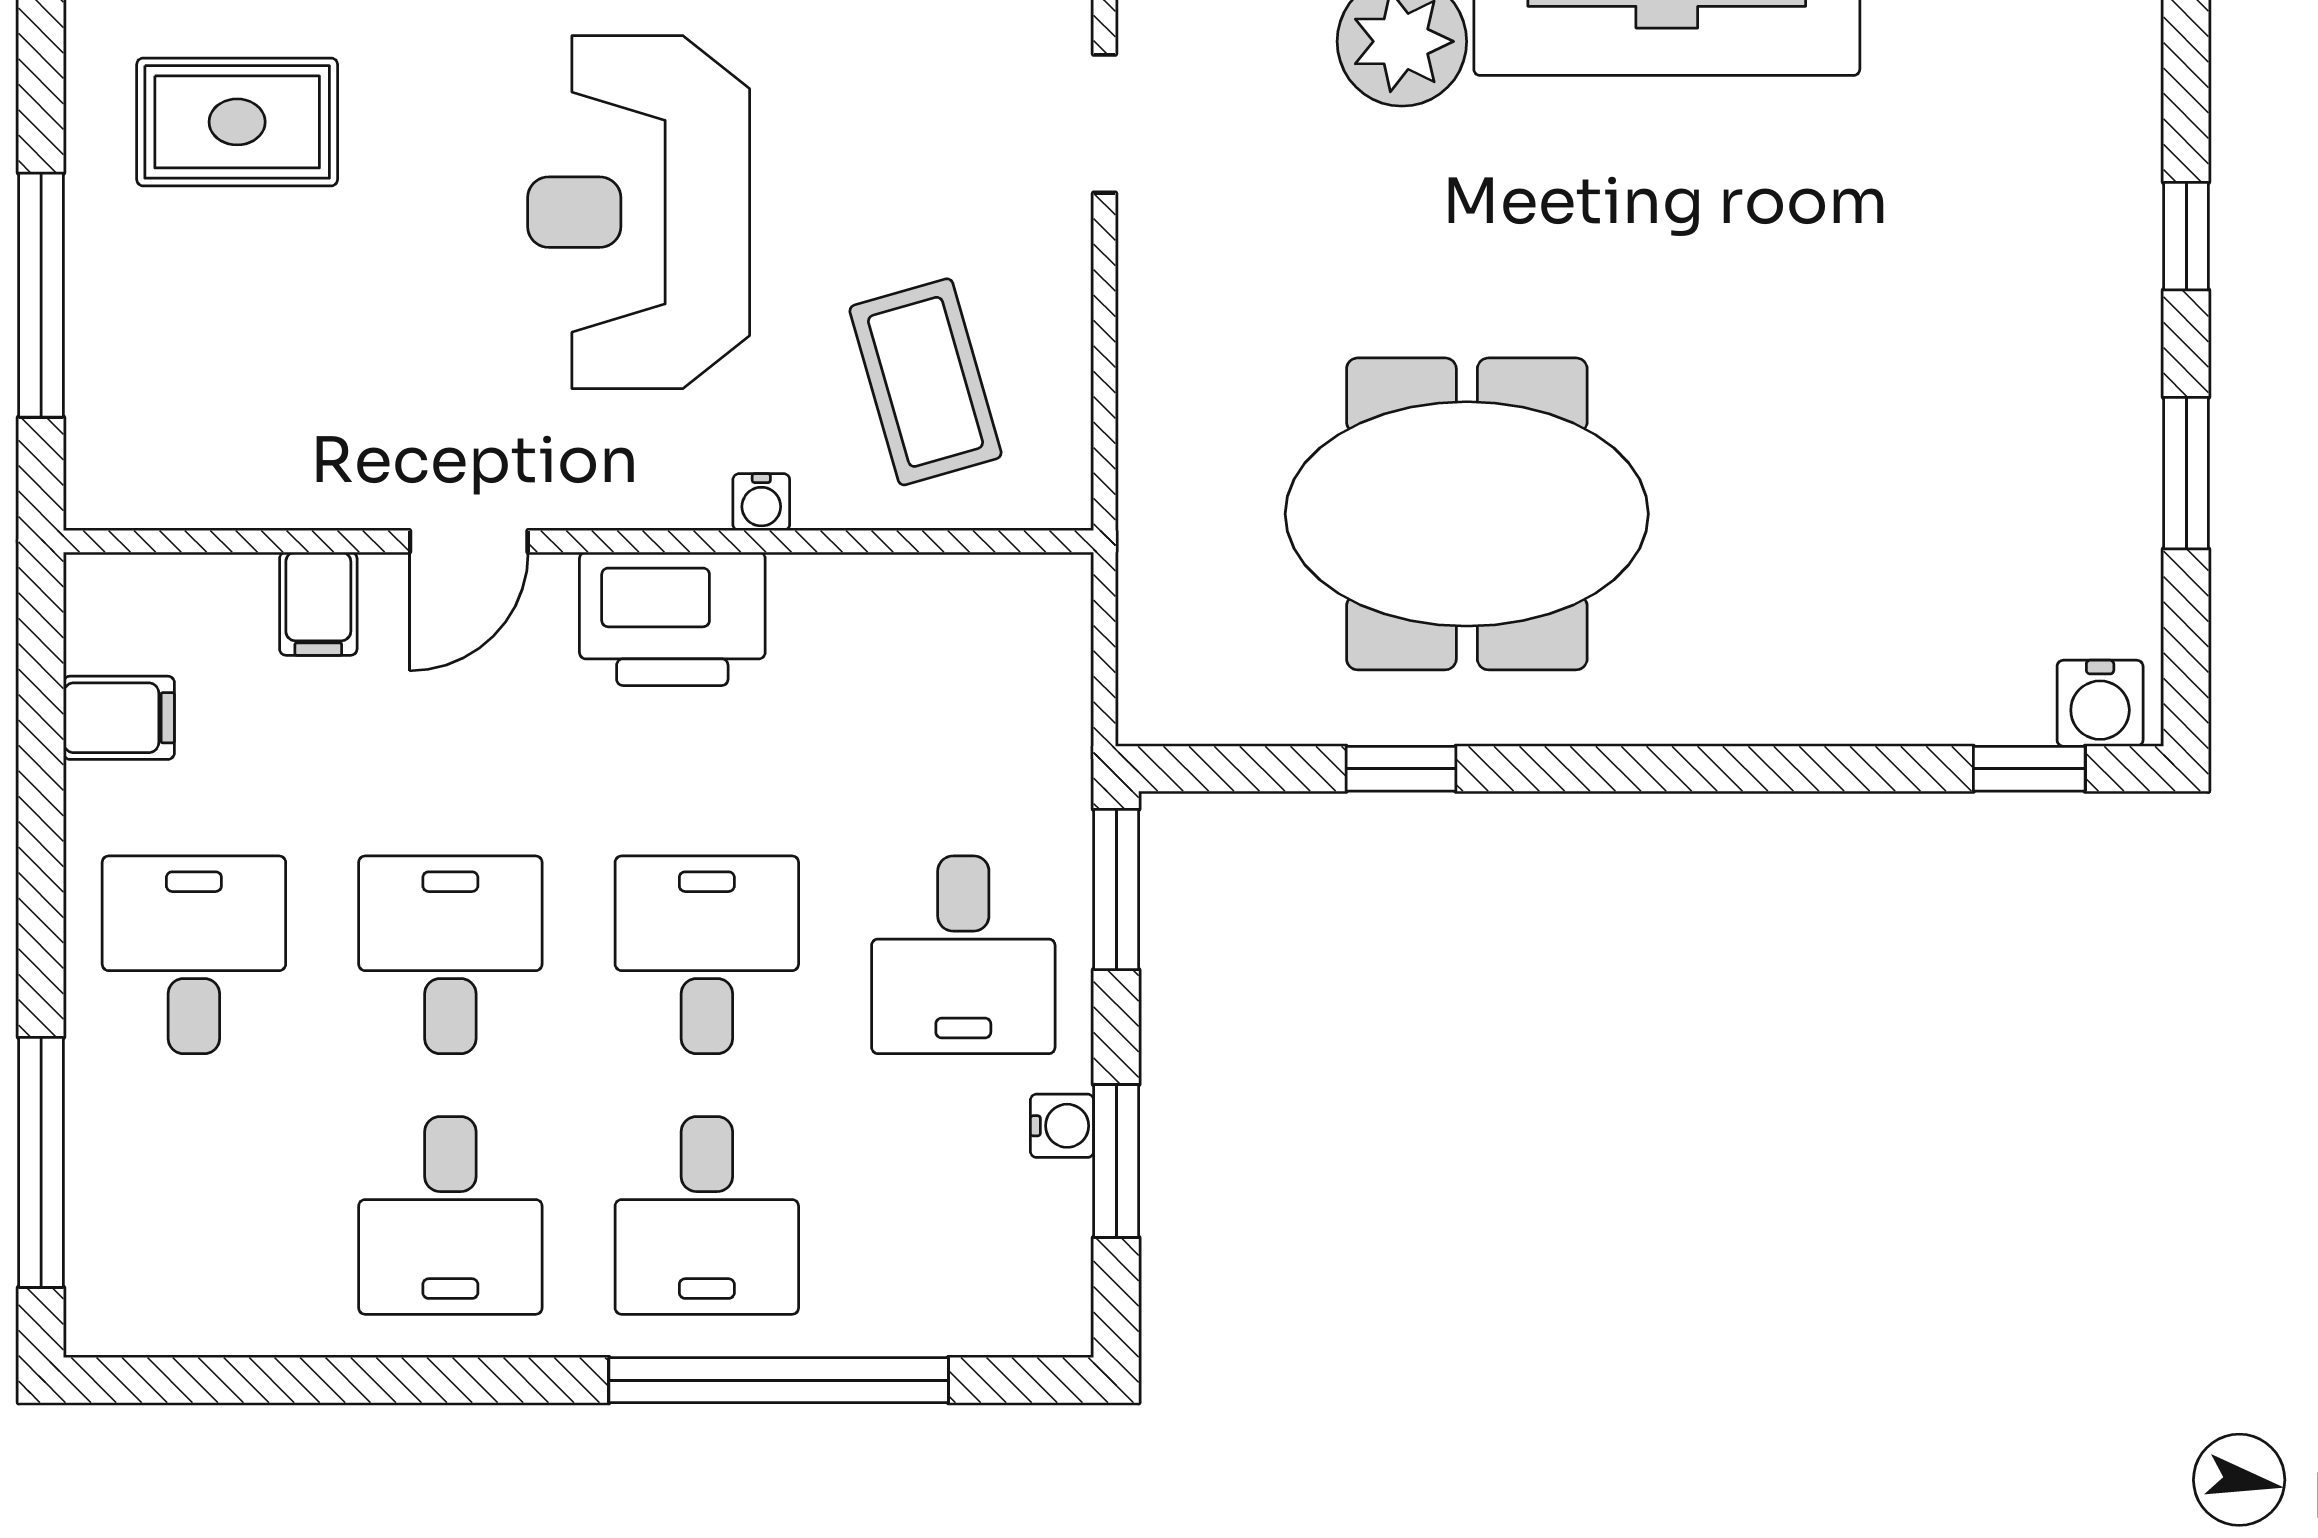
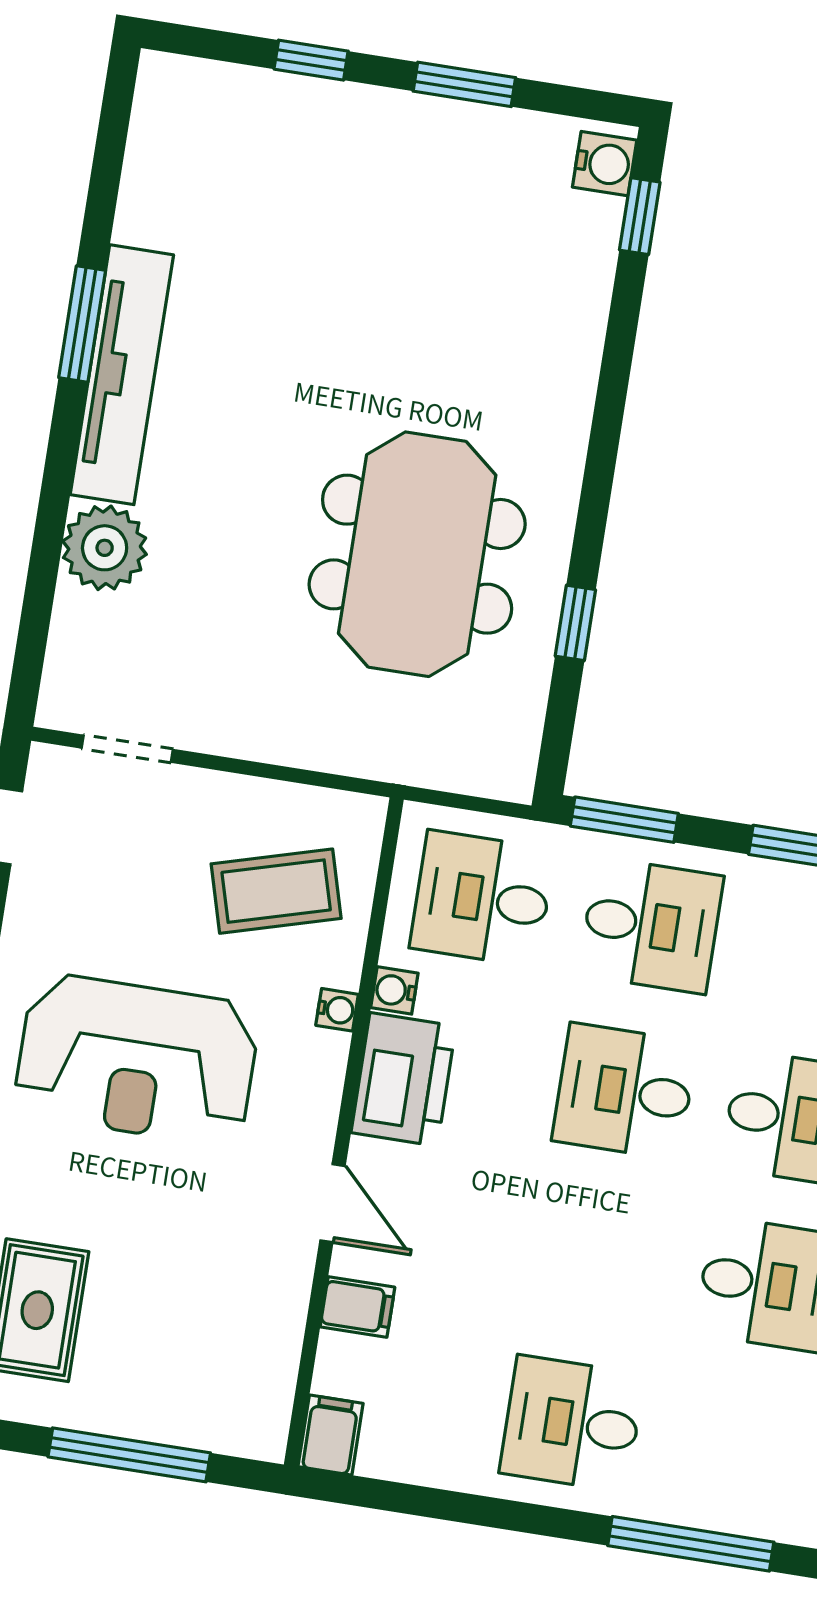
filing cabinet: (119, 718) -> (331, 1435), moved
desk: (450, 955) -> (482, 899), moved
water cooler: (1062, 1126) -> (394, 990), moved, turned -90

